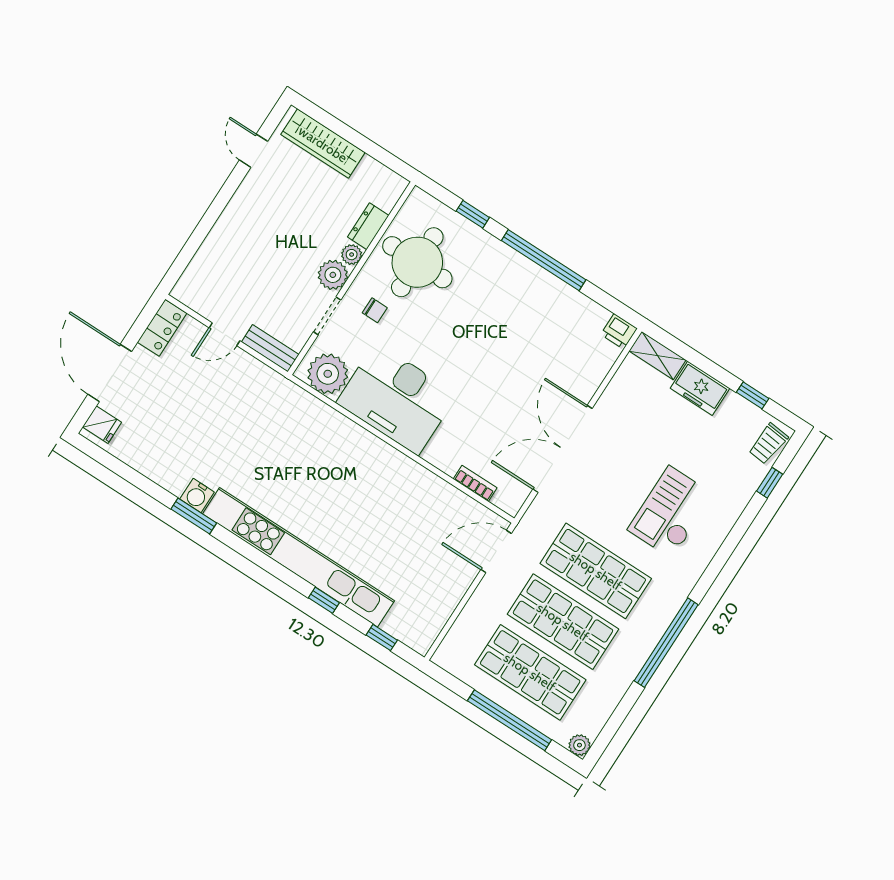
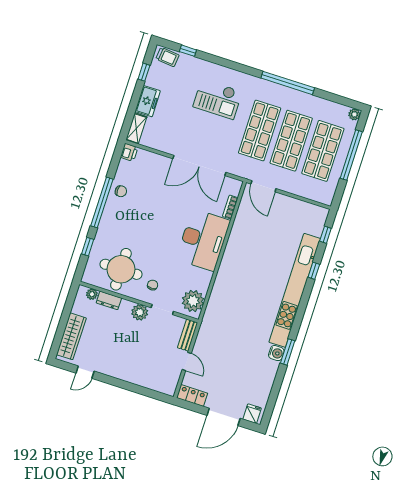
plant: (352, 255) -> (92, 294), moved
chair: (554, 299) -> (121, 191), added
desk: (397, 399) -> (203, 240), moved

